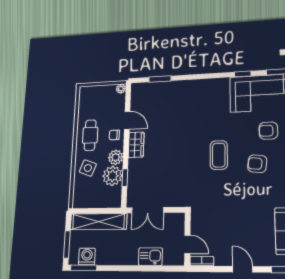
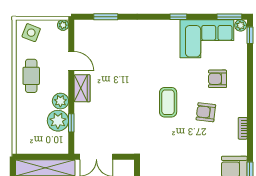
window: (243, 74) -> (178, 17), moved
chair: (114, 135) -> (58, 77), removed
side table: (88, 168) -> (31, 33), moved

